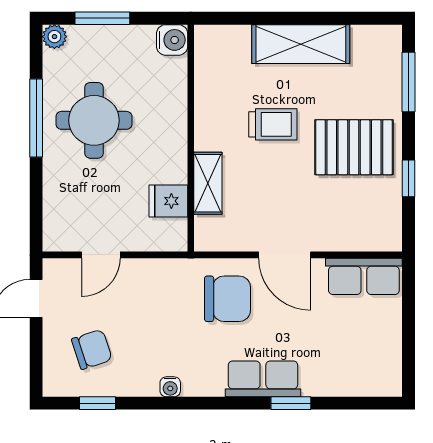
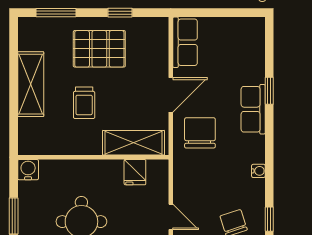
trolley: (273, 124) -> (84, 103), turned 180
pallet: (354, 147) -> (99, 49), turned 90
shelving: (208, 183) -> (134, 143), width x1.50, depth x1.33

